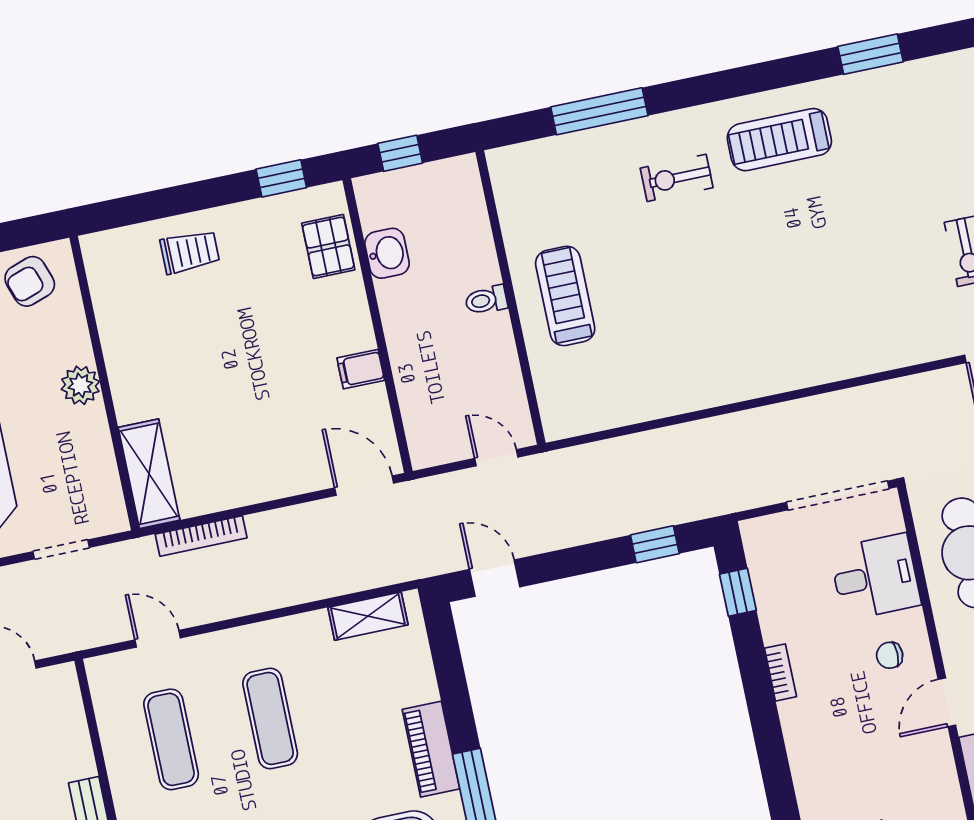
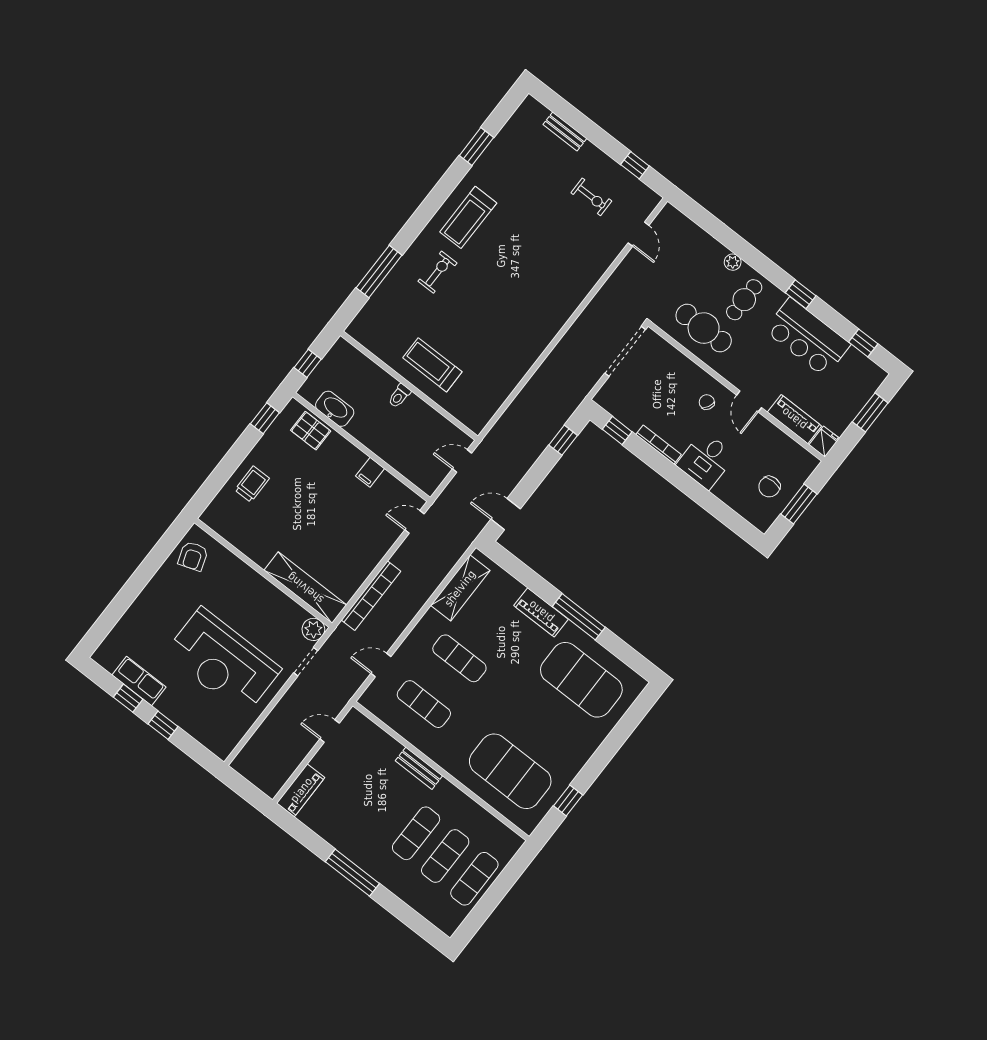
exercise bike: (677, 178) -> (437, 272), turned 180
washbasin: (387, 253) -> (335, 409), width x1.38
plant: (80, 385) -> (313, 629), moved
shelving: (149, 474) -> (305, 588), width x1.47
door: (364, 486) -> (415, 522), width x0.73
bookcase: (201, 536) -> (371, 596), width x1.48, depth x1.31
desk: (875, 577) -> (706, 460), moved, turned 180
shelving: (368, 616) -> (460, 588), width x1.50, depth x1.33
chair: (890, 655) -> (707, 402), turned 118
bookcase: (780, 672) -> (659, 444), width x1.56

